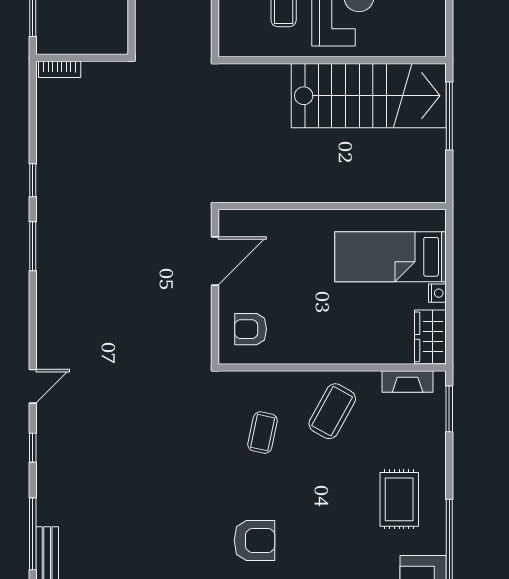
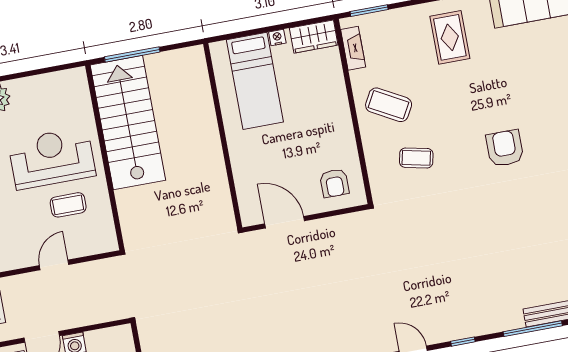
rug: (399, 499) -> (450, 37), turned 90

